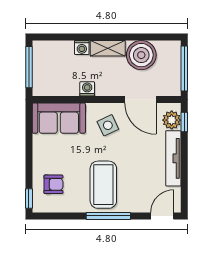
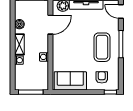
boiler: (141, 55) -> (19, 24), width x0.54, depth x0.54
sofa: (59, 118) -> (70, 81), moved, turned -90
side table: (108, 125) -> (66, 44), removed
coffee table: (103, 185) -> (102, 47), turned 90

